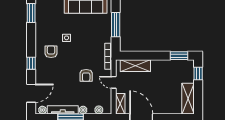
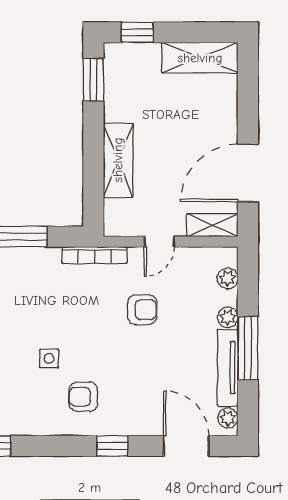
shelving: (135, 66) -> (118, 160), moved

